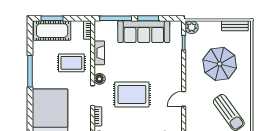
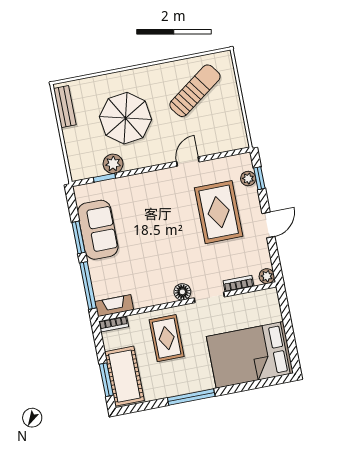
plant: (192, 27) -> (113, 164), moved
sofa: (144, 32) -> (98, 230), width x0.73
fireplace: (99, 53) -> (114, 306), moved
rug: (132, 94) -> (219, 212), moved
door: (184, 99) -> (188, 162), swing flipped

